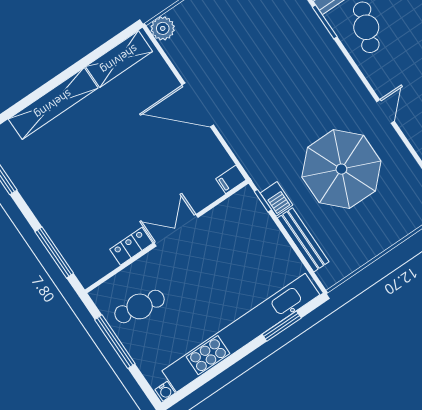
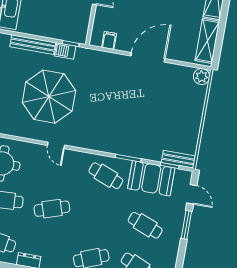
filing cabinet: (231, 179) -> (109, 40), moved

